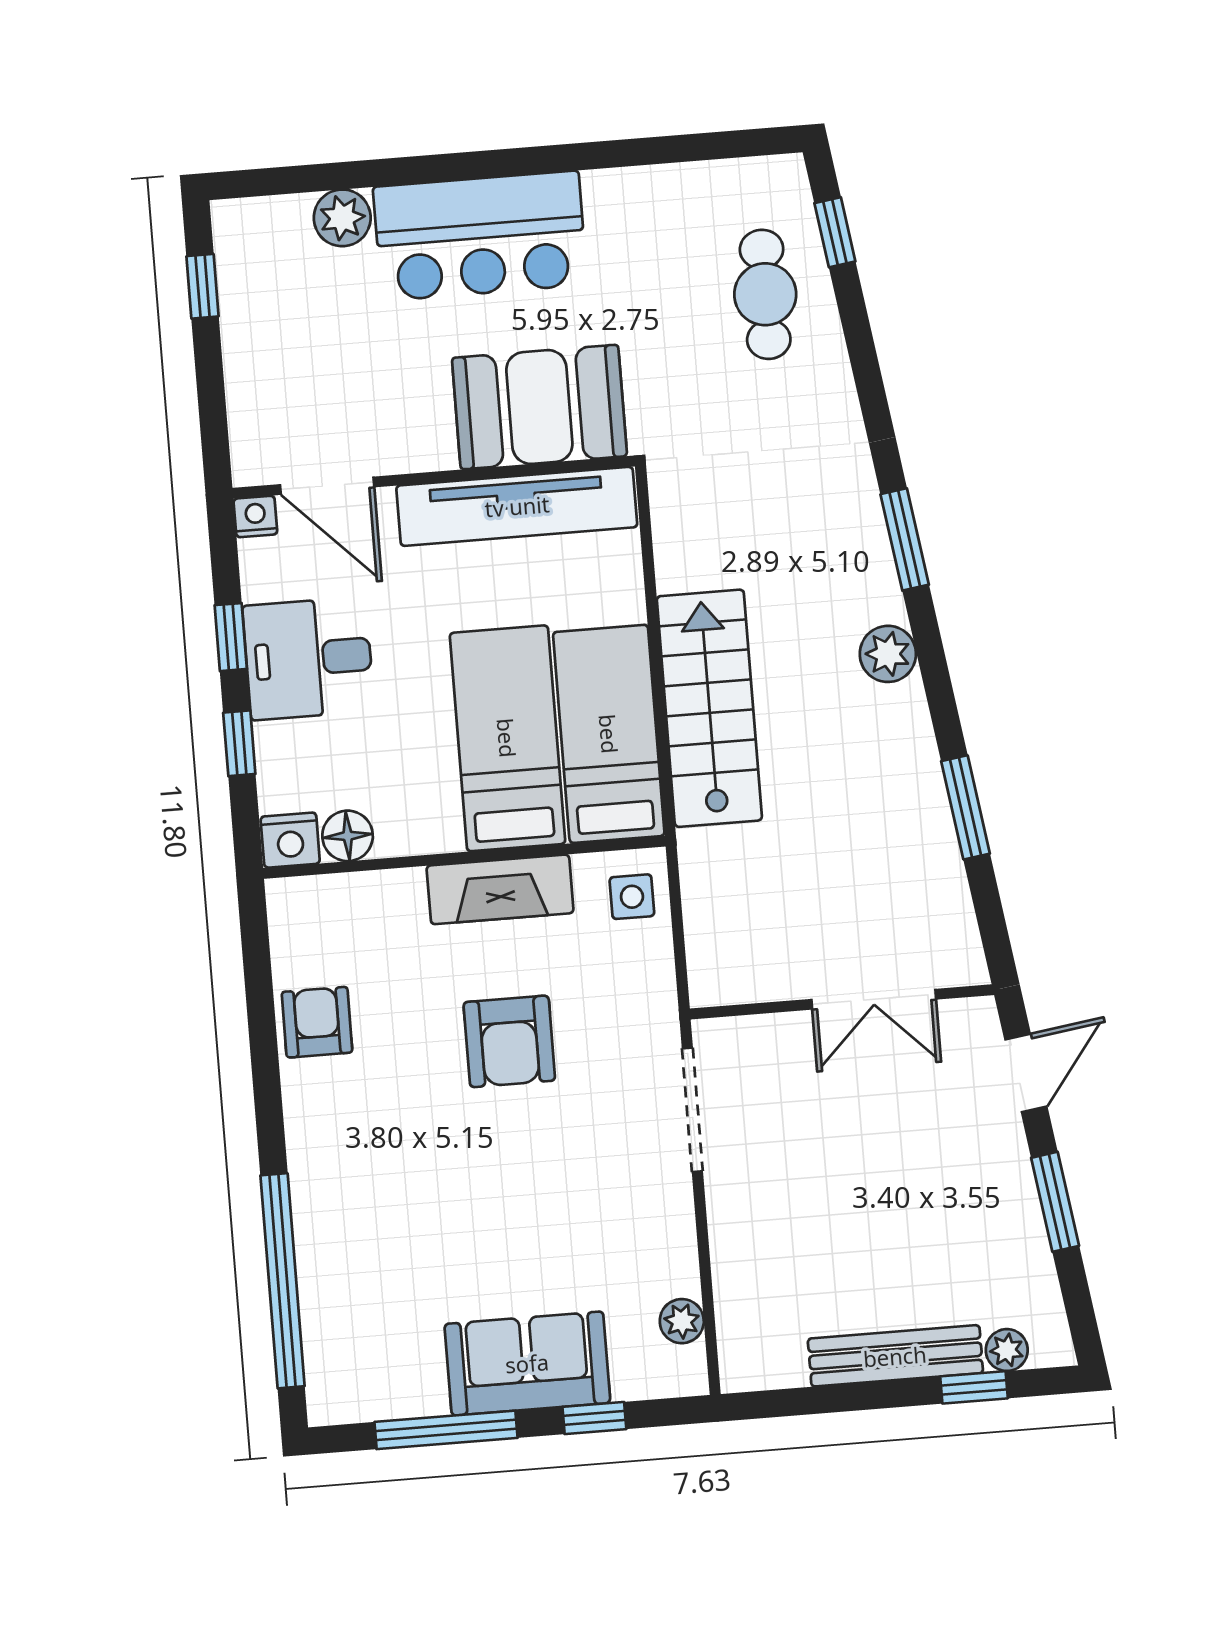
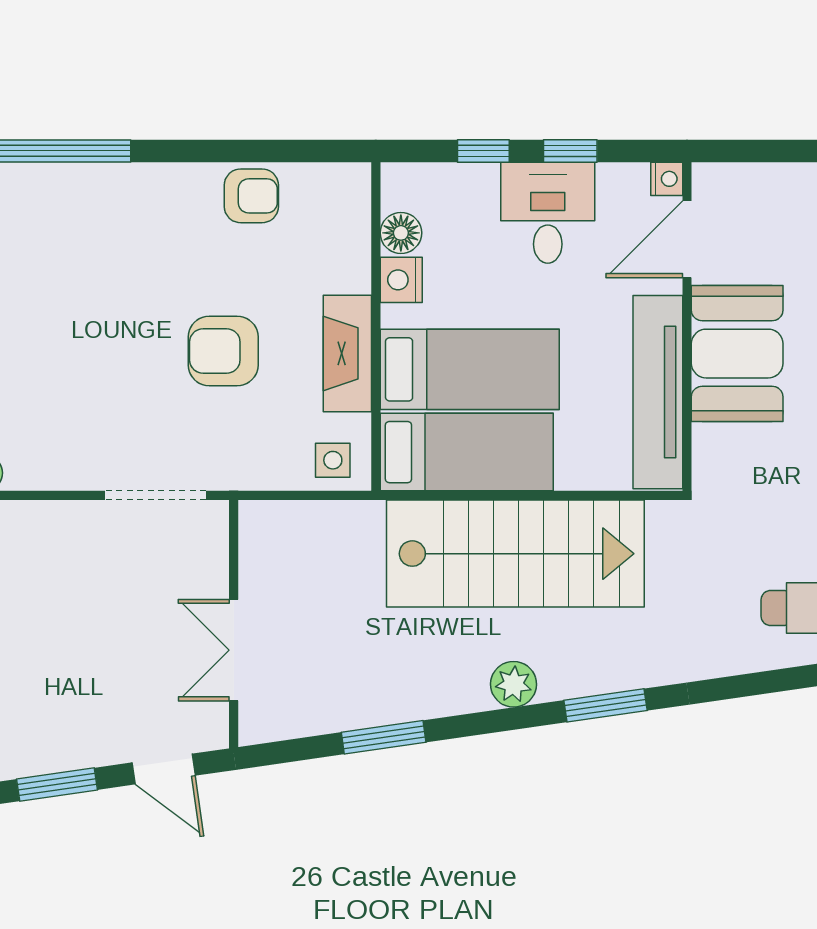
booth: (539, 407) -> (737, 354), moved
stairs: (709, 708) -> (515, 554), width x1.36, depth x1.51
nightstand: (290, 840) -> (401, 280), moved

